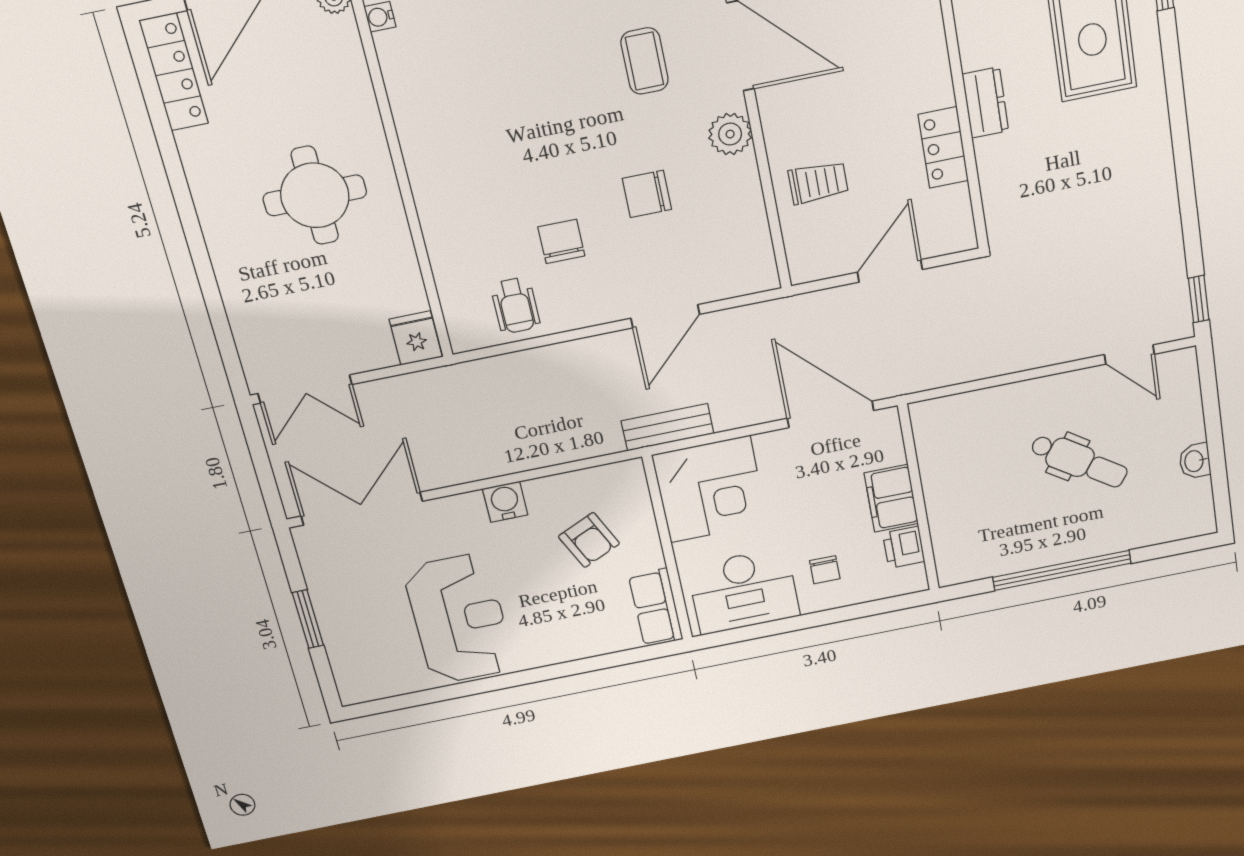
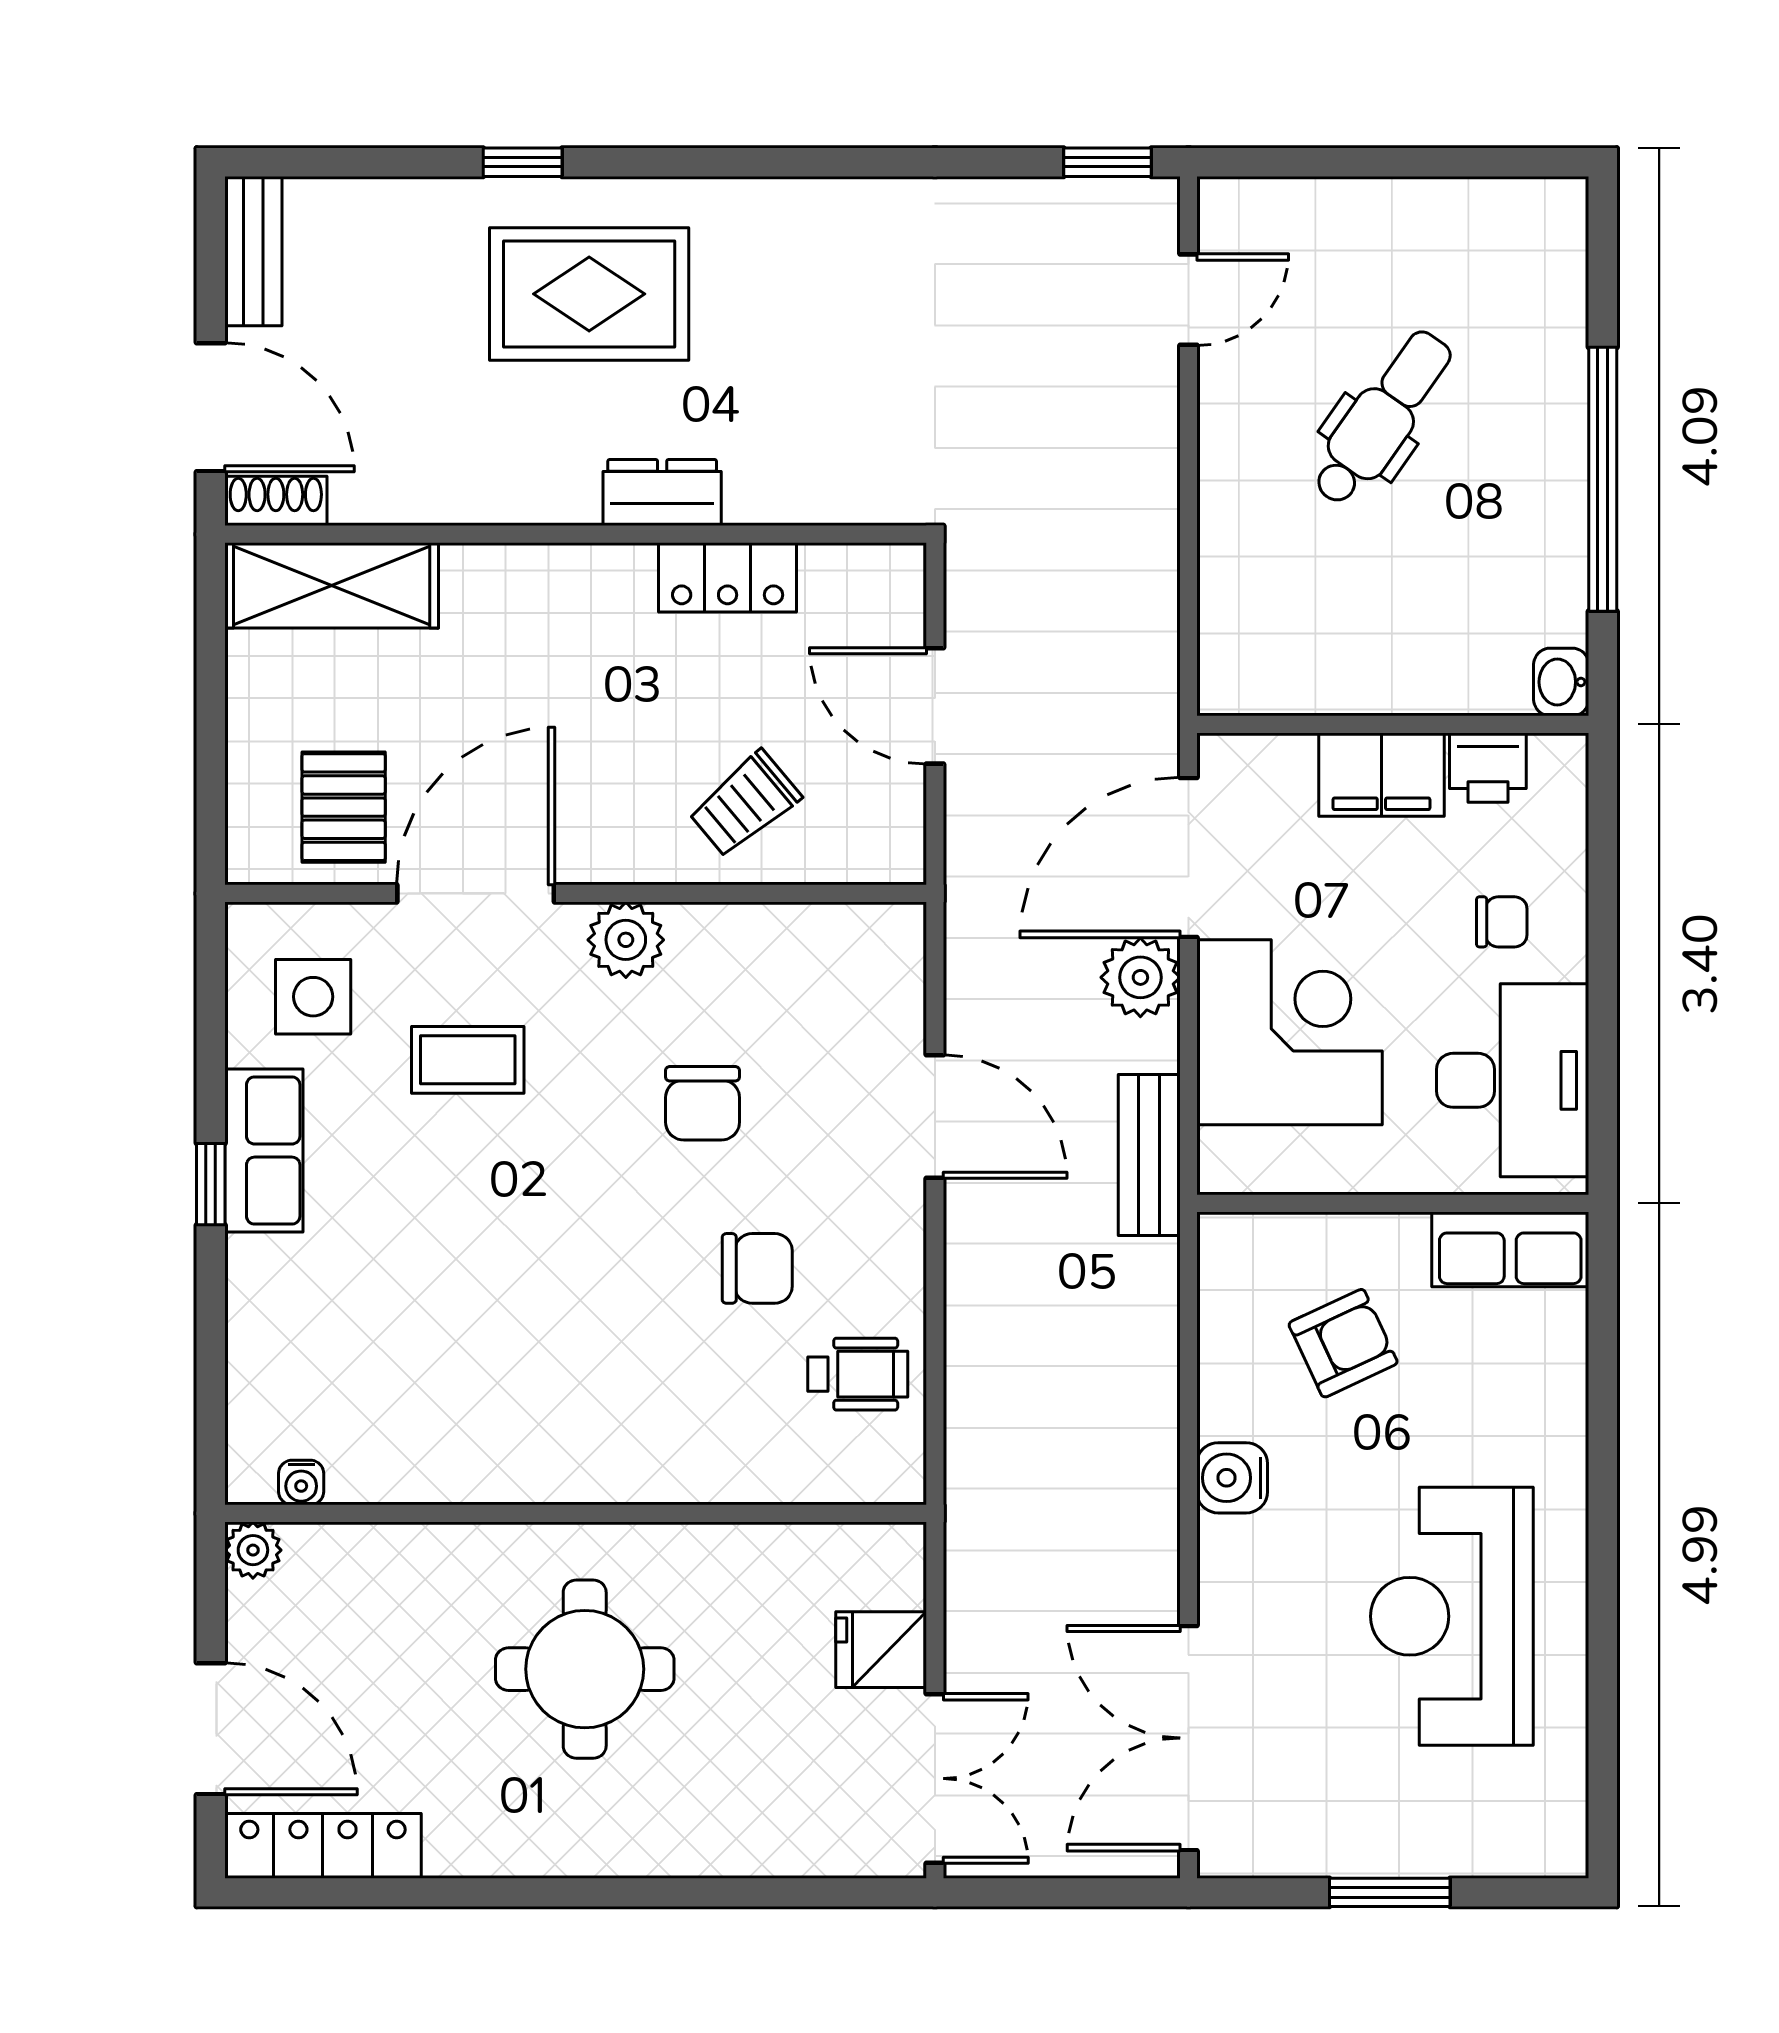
trolley: (818, 182) -> (745, 804), turned -130
chair: (561, 241) -> (757, 1268), turned 180
fridge: (416, 338) -> (881, 1650), moved
plant: (762, 404) -> (1140, 977), added
washbasin: (1195, 461) -> (1561, 682), moved, turned 90
corner desk: (710, 489) -> (1290, 1032), moved
reception desk: (459, 619) -> (1452, 1616), turned -90

